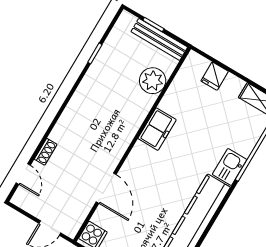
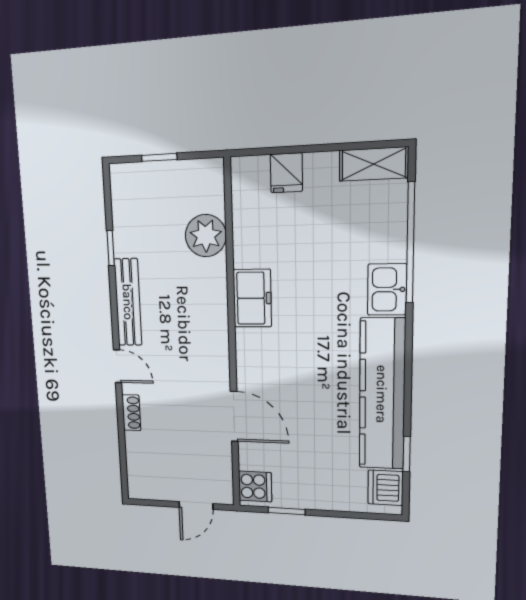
bench: (159, 39) -> (128, 302), moved, turned 90
door: (23, 174) -> (118, 366), moved

